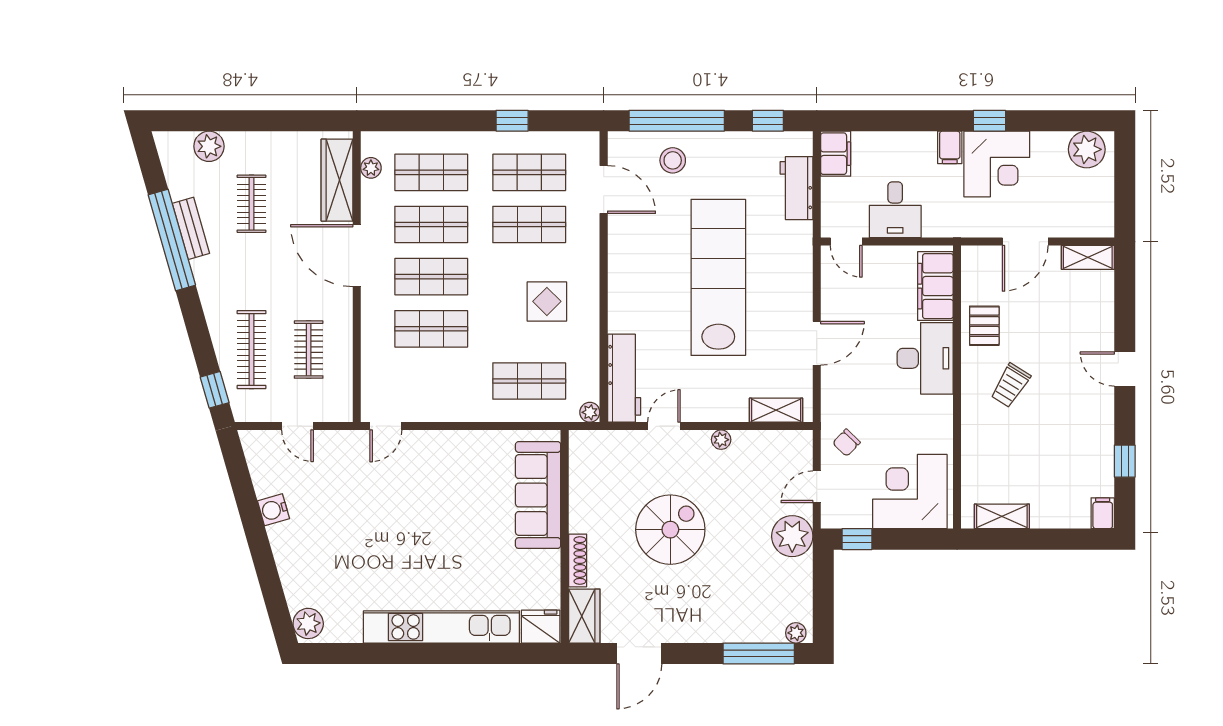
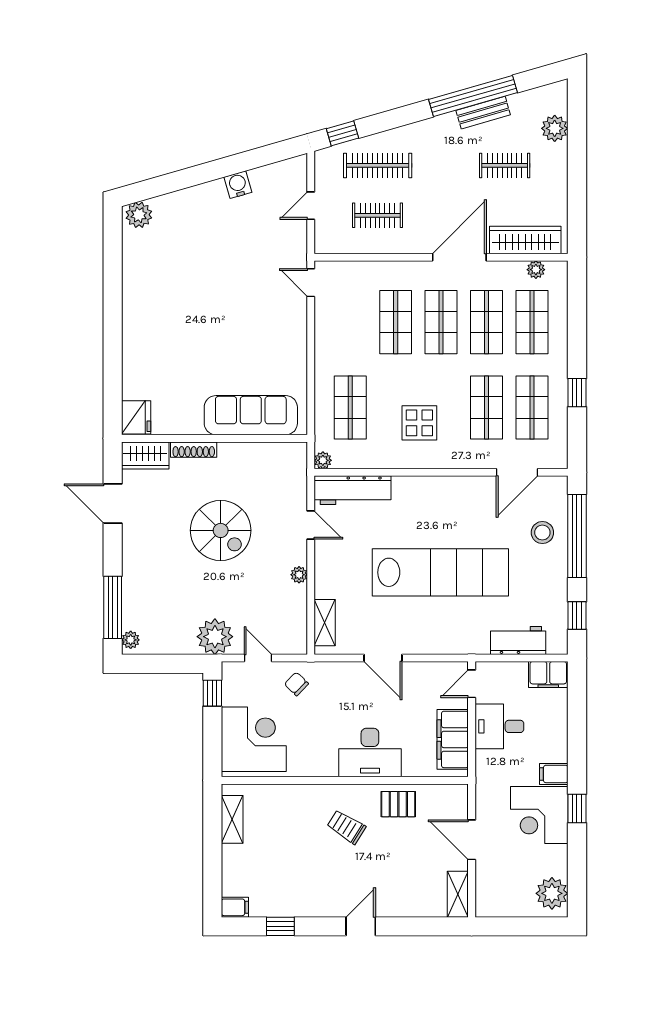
filing cabinet: (935, 286) -> (453, 739), moved, turned -90
kitchen unit: (441, 627) -> (136, 331), removed

